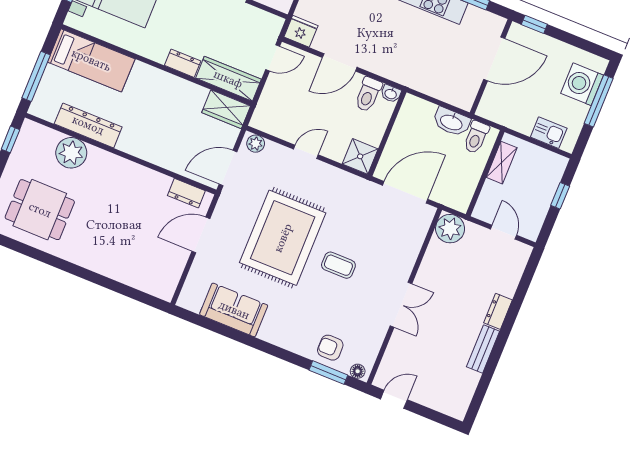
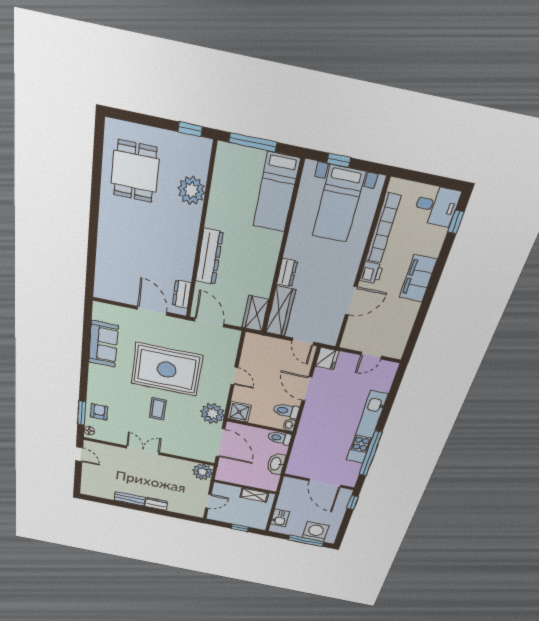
dresser: (88, 125) -> (209, 257), moved
toilet: (476, 137) -> (279, 438), moved
plant: (256, 144) -> (212, 413), moved, width x1.87, depth x1.87
double door: (401, 305) -> (143, 450), swing flipped

